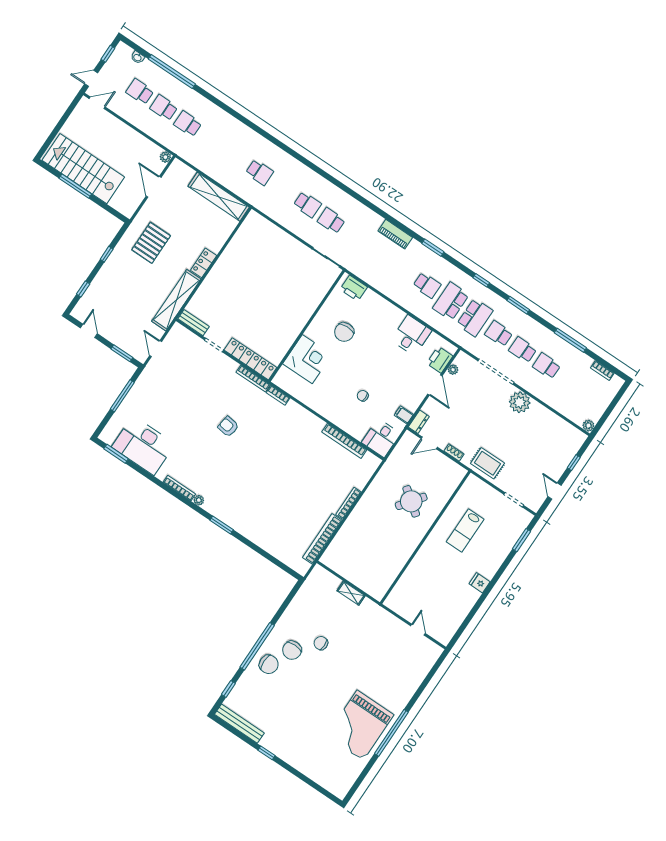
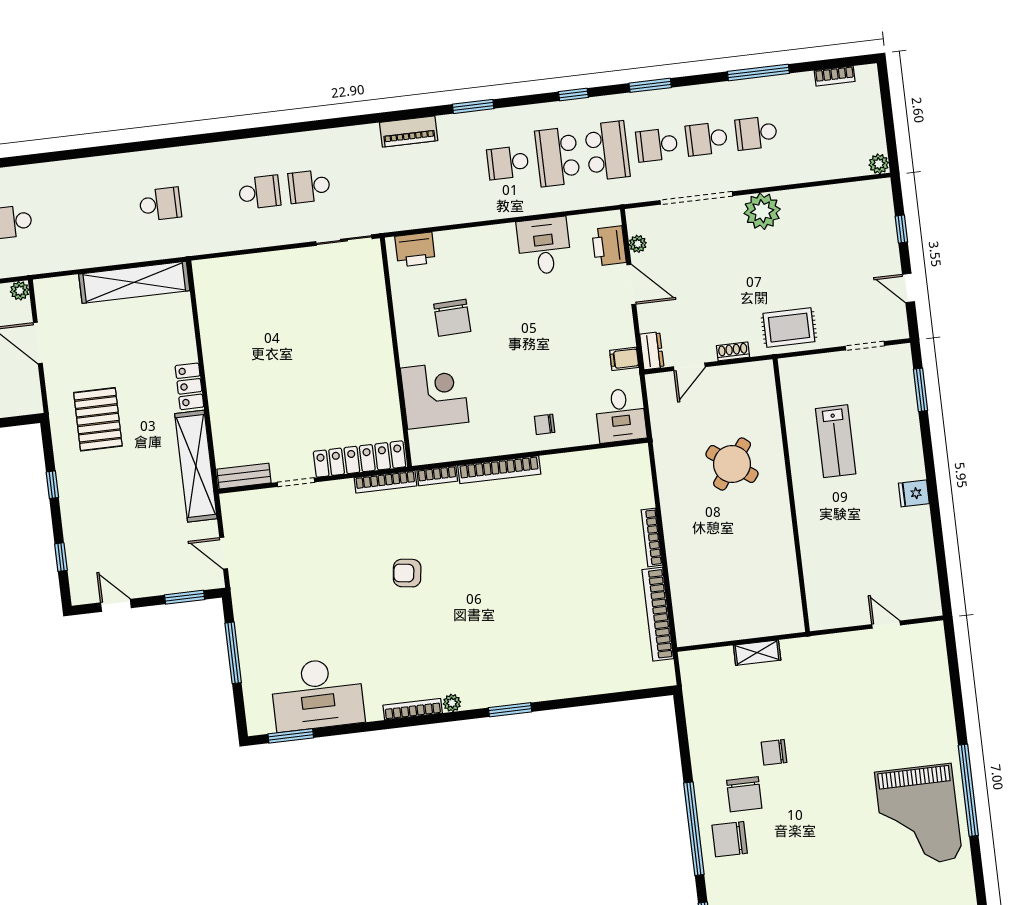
school desk: (427, 285) -> (508, 163), turned 180
chair: (363, 396) -> (545, 424), moved
bookcase: (344, 441) -> (499, 470), moved
chair: (269, 664) -> (730, 839), turned 180

